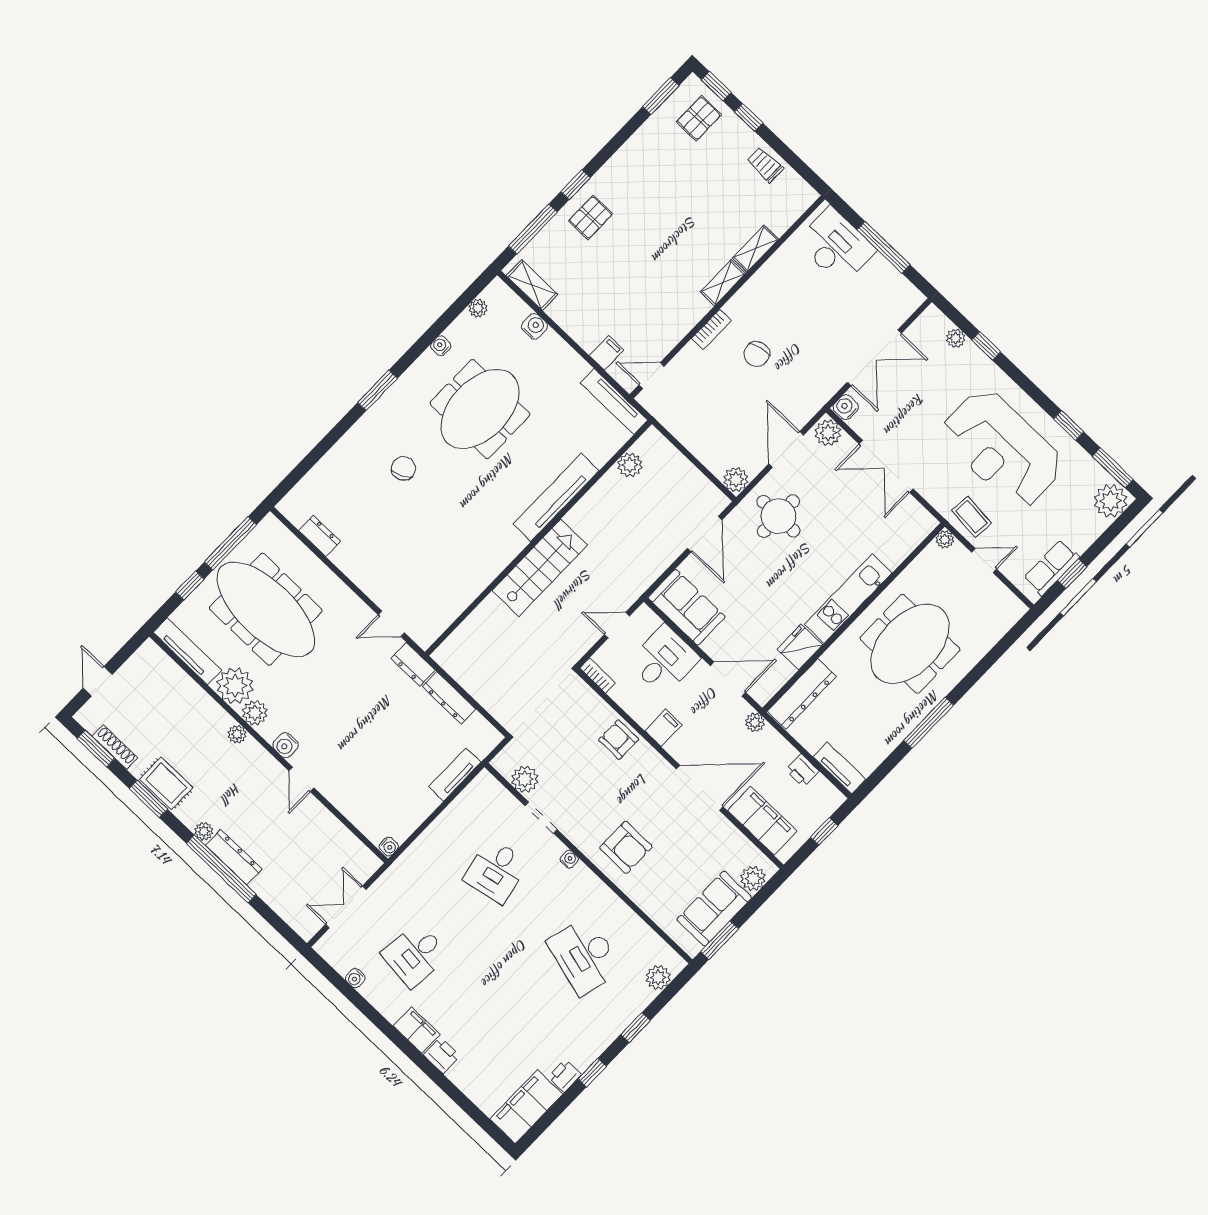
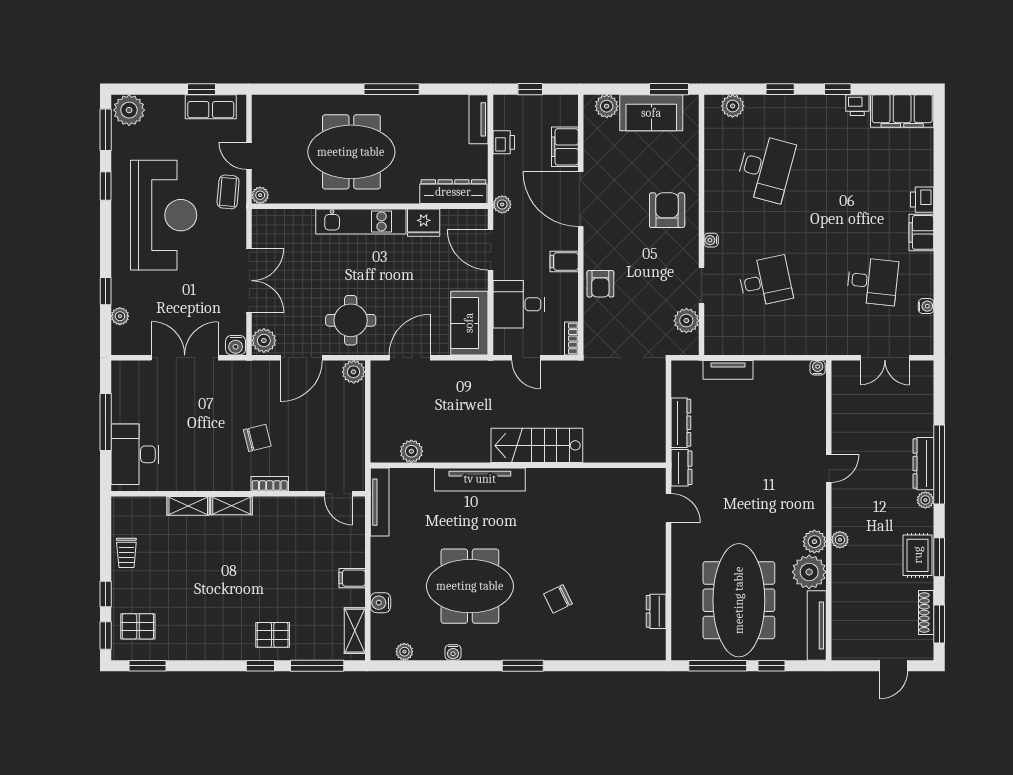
filing cabinet: (607, 353) -> (352, 578), moved
water cooler: (286, 745) -> (816, 501), removed
filing cabinet: (762, 821) -> (565, 147), width x0.67, depth x0.86

